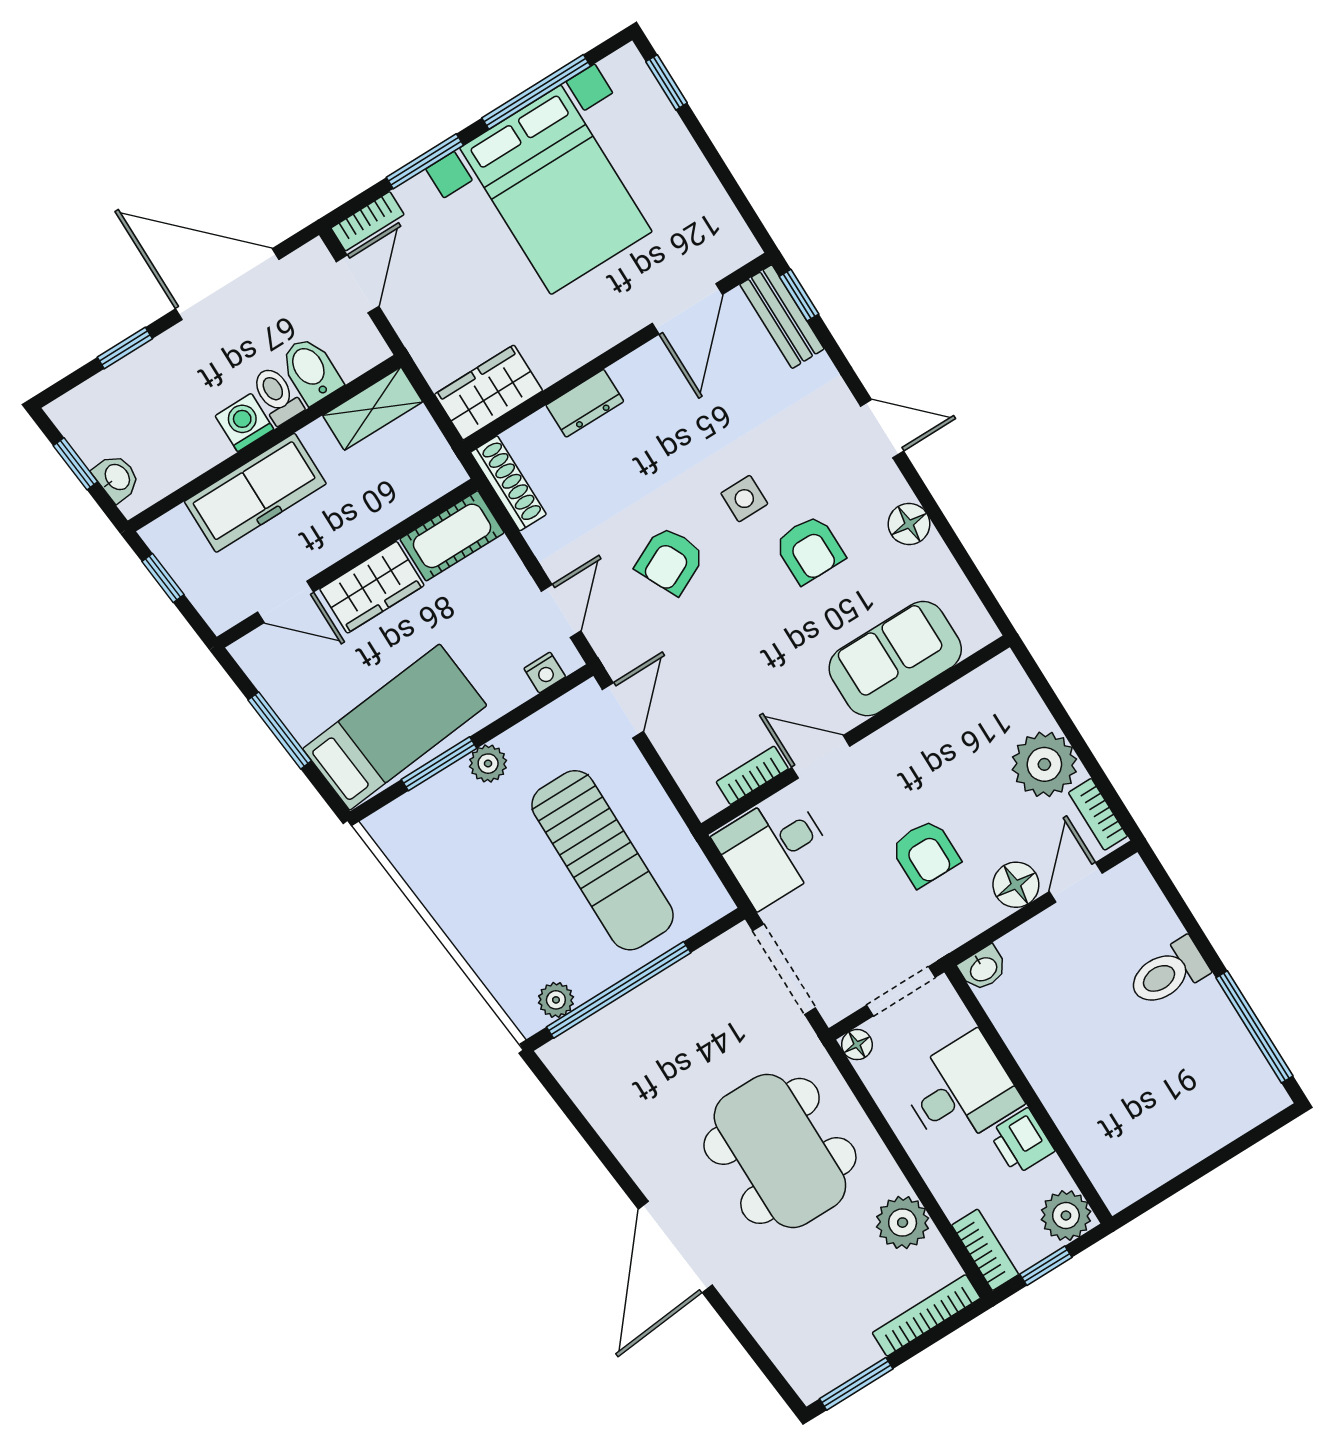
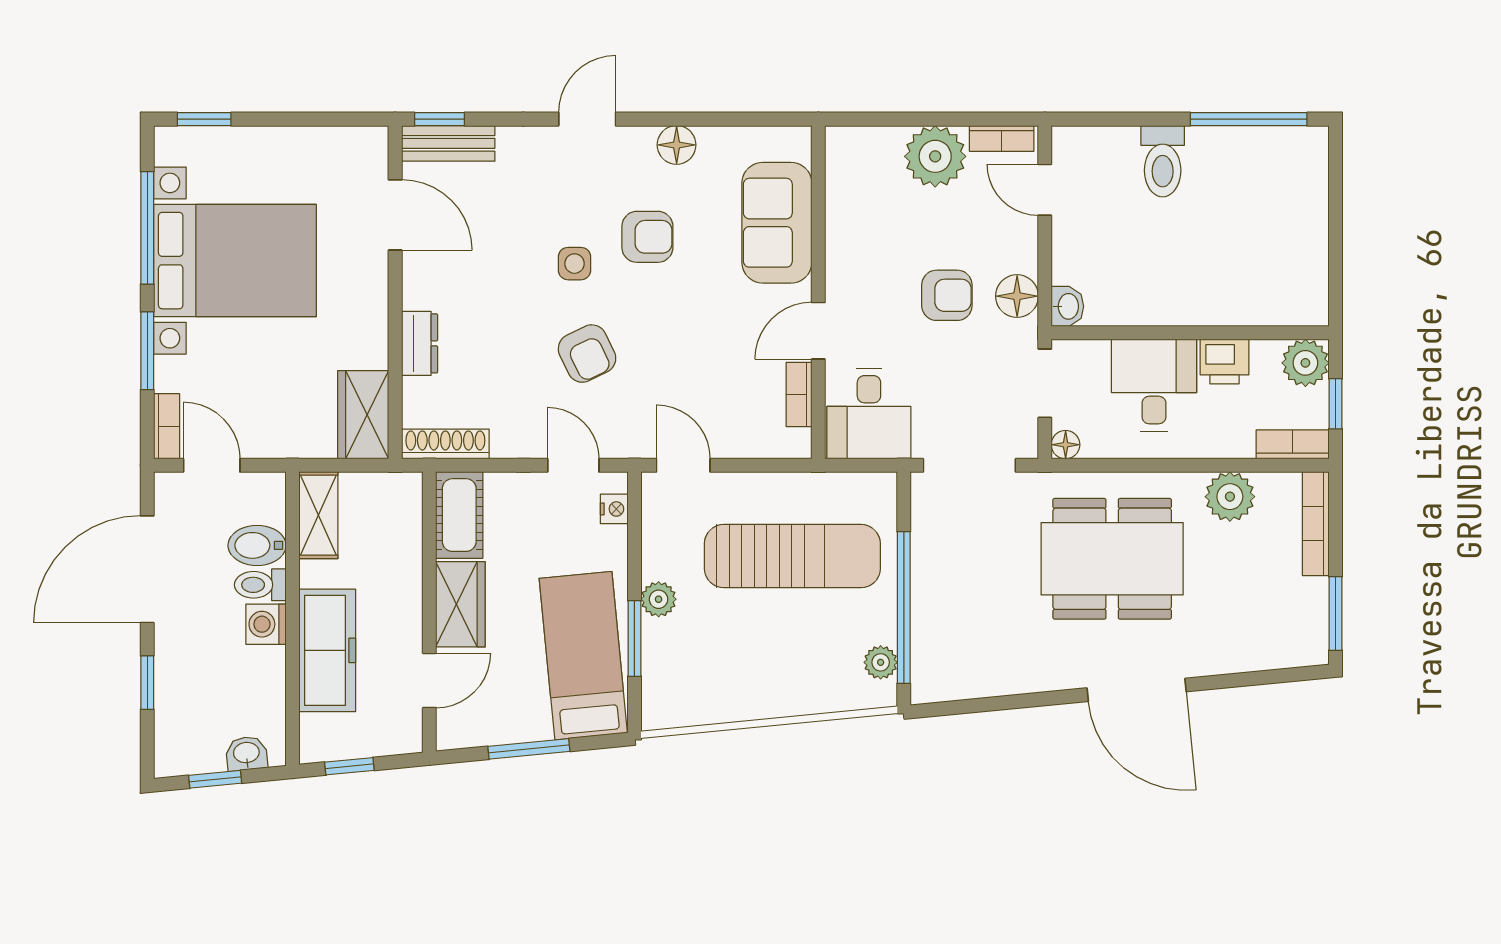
floor lamp: (1016, 885) -> (1017, 296), moved

